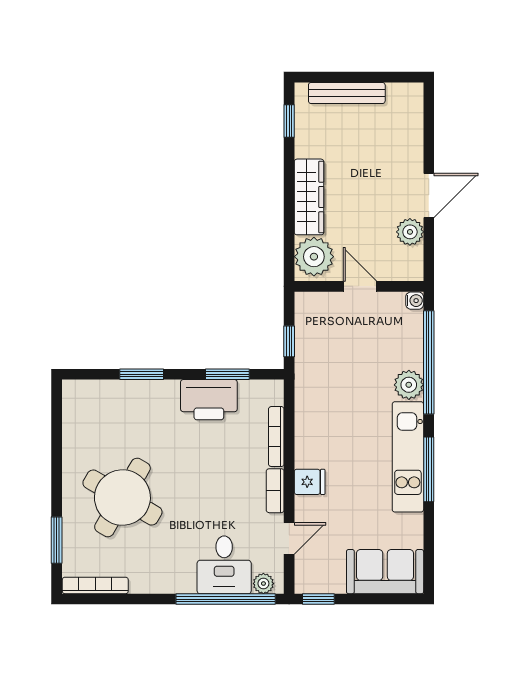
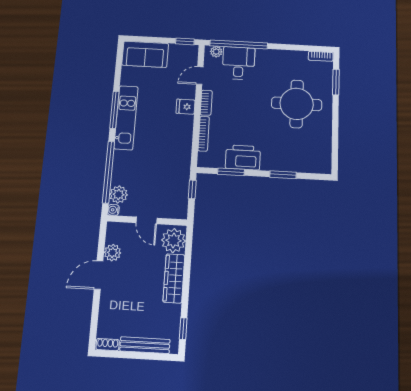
shoe rack: (405, 91) -> (108, 345), added
plant: (409, 385) -> (119, 194), moved
round table: (122, 497) -> (297, 104), turned -30
bookcase: (95, 585) -> (321, 56), width x0.64

